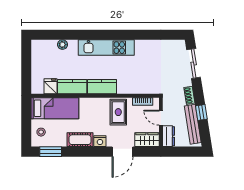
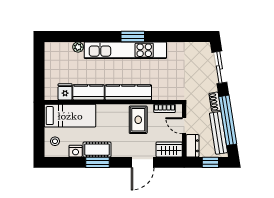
window: (113, 35) -> (133, 36), added
kitchen unit: (106, 48) -> (125, 50), width x1.36
kitchen counter: (102, 87) -> (128, 92), width x1.50
window: (201, 113) -> (228, 120), width x3.17
nightstand: (100, 141) -> (76, 151), moved
window: (51, 152) -> (97, 162), moved
window: (185, 152) -> (210, 162), added

